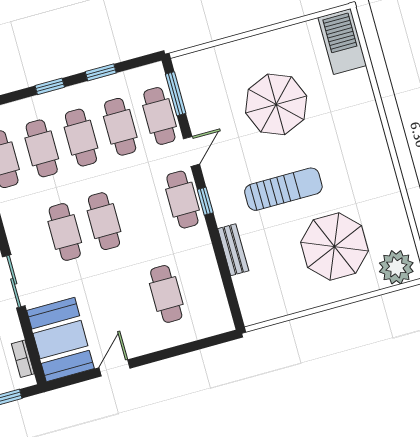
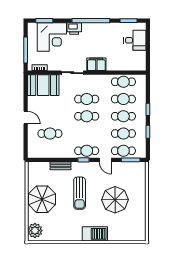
barbecue: (342, 42) -> (95, 234), moved
parasol: (334, 247) -> (42, 199), moved
door: (115, 368) -> (26, 117), moved

